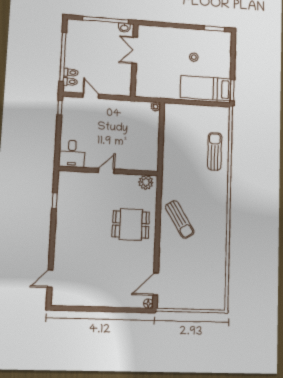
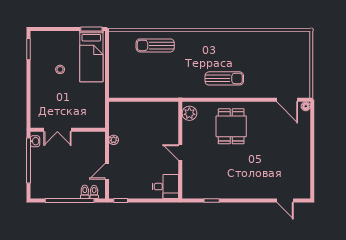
plant: (156, 107) -> (114, 140), moved
sun lounger: (180, 219) -> (224, 78), turned 32

